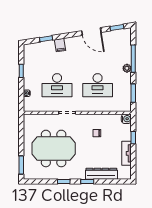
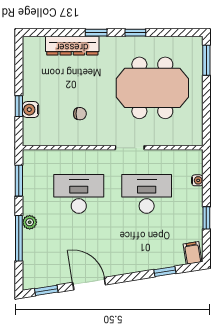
filing cabinet: (60, 45) -> (193, 253), moved
water cooler: (126, 119) -> (31, 110), moved
tv unit: (127, 153) -> (30, 80), removed

